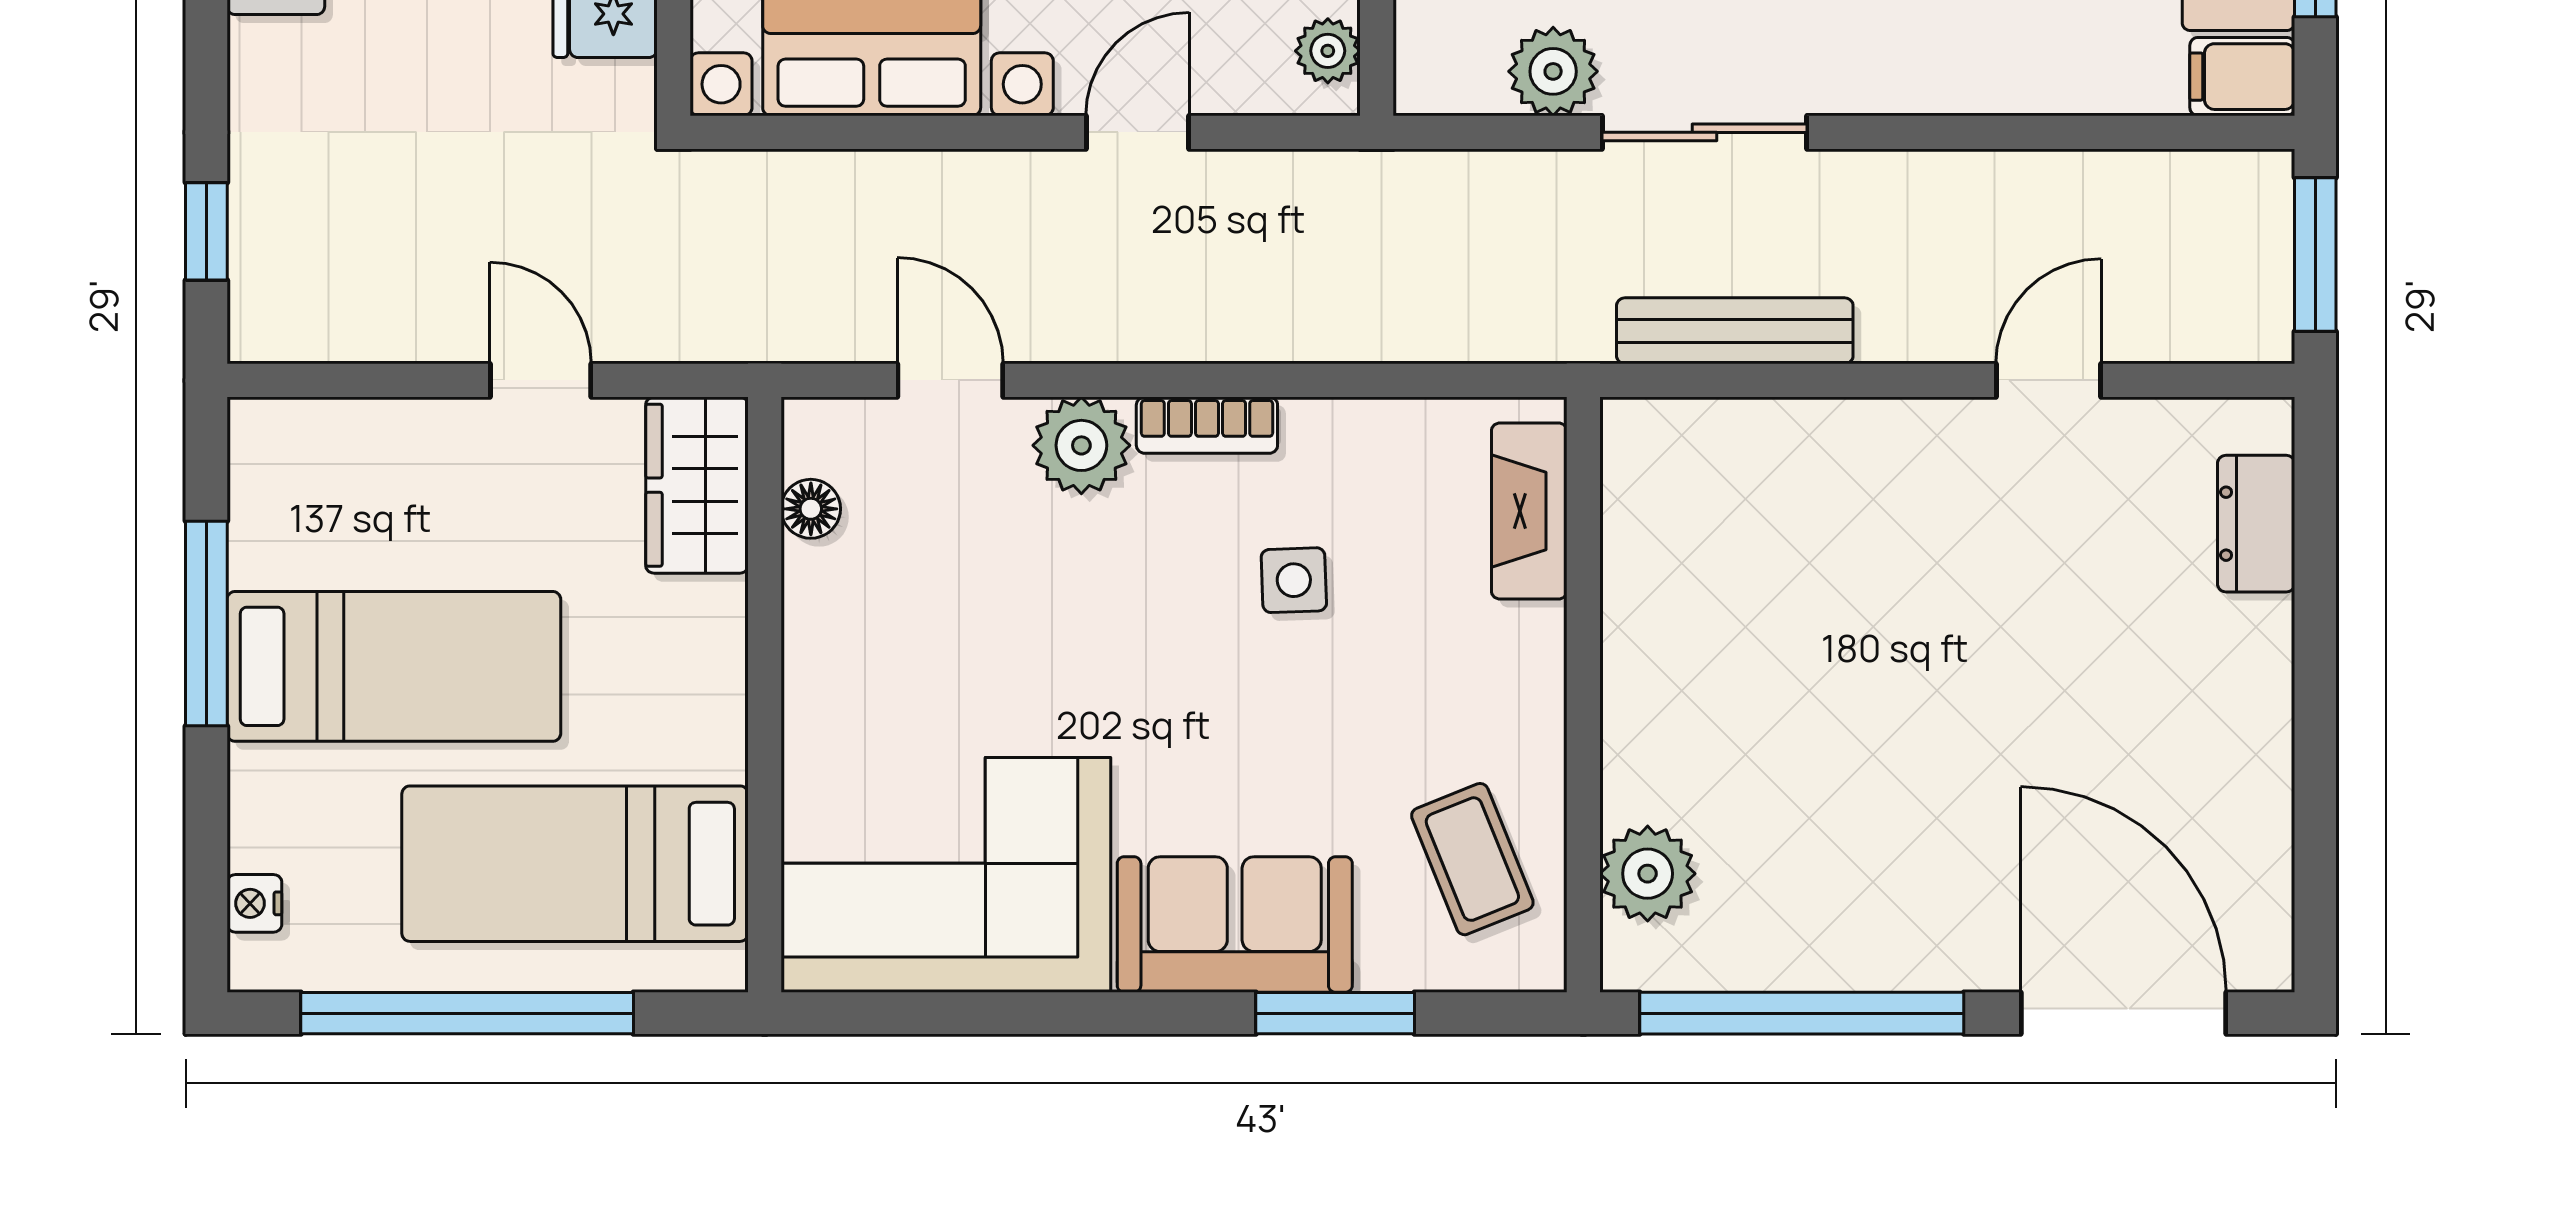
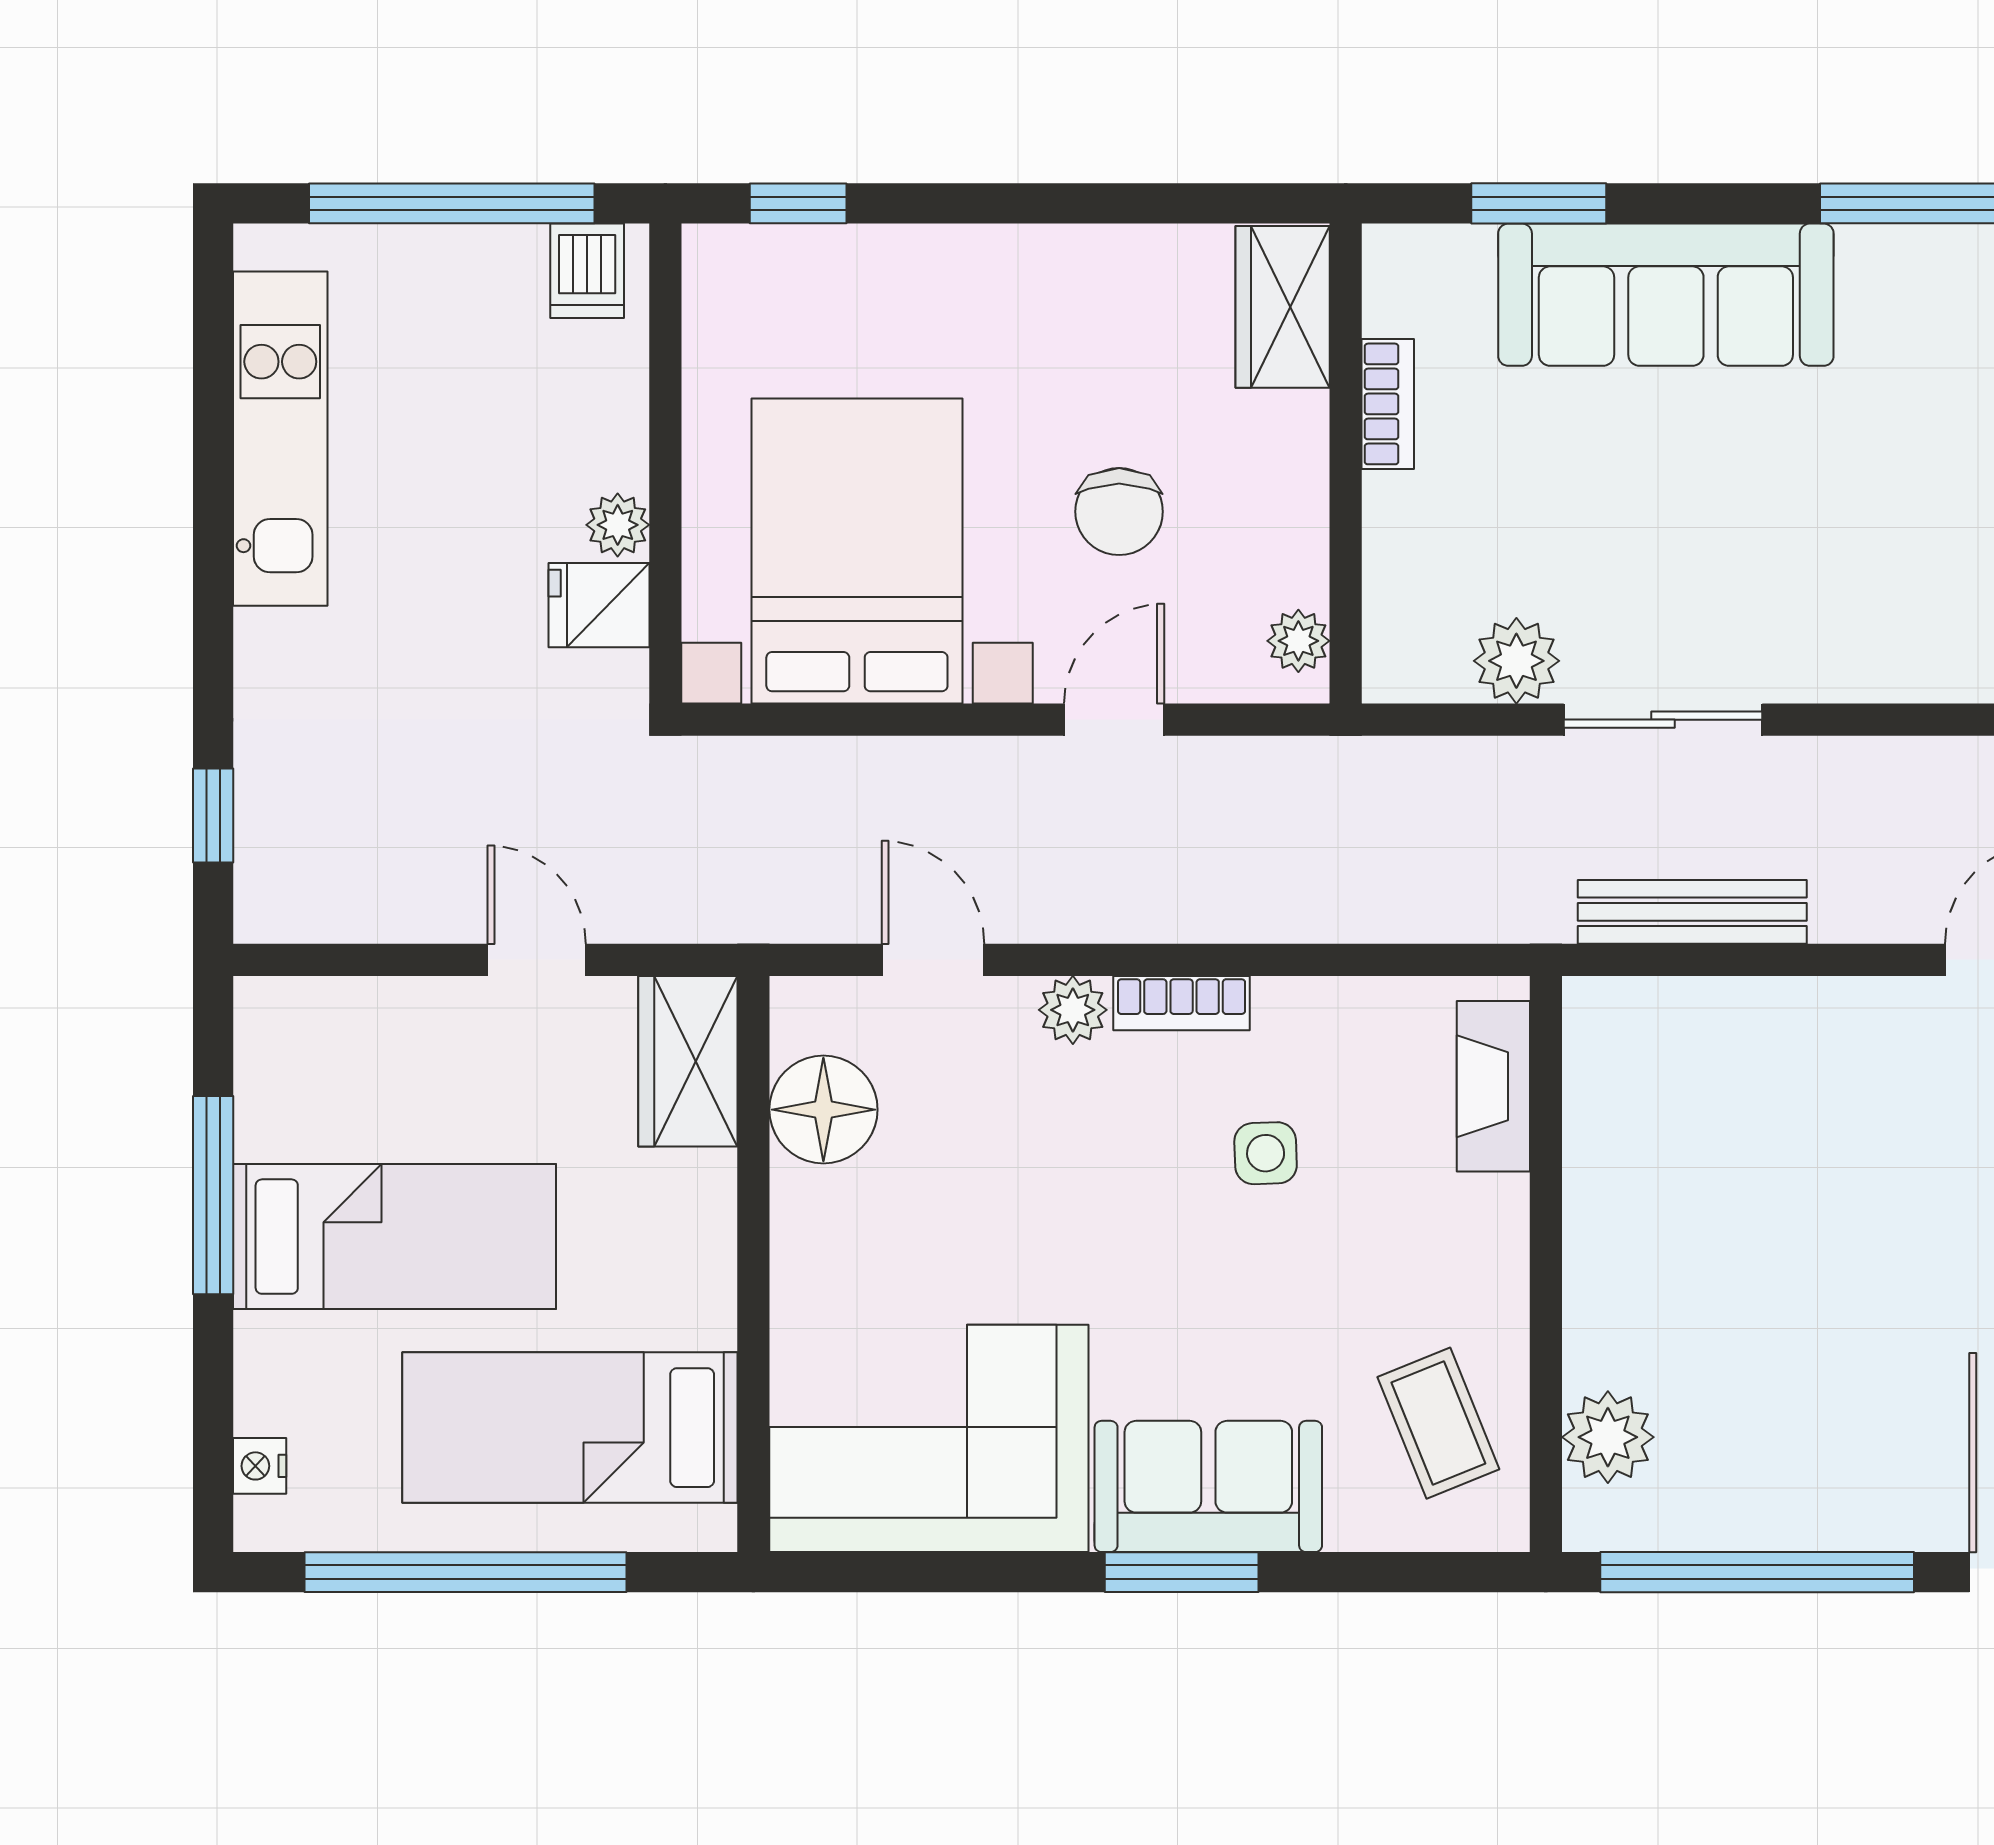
plant: (1081, 445) -> (1073, 1010), width x0.73, depth x0.73
floor lamp: (811, 509) -> (823, 1110), width x1.89, depth x1.89
window: (1335, 1013) -> (1182, 1572), moved

